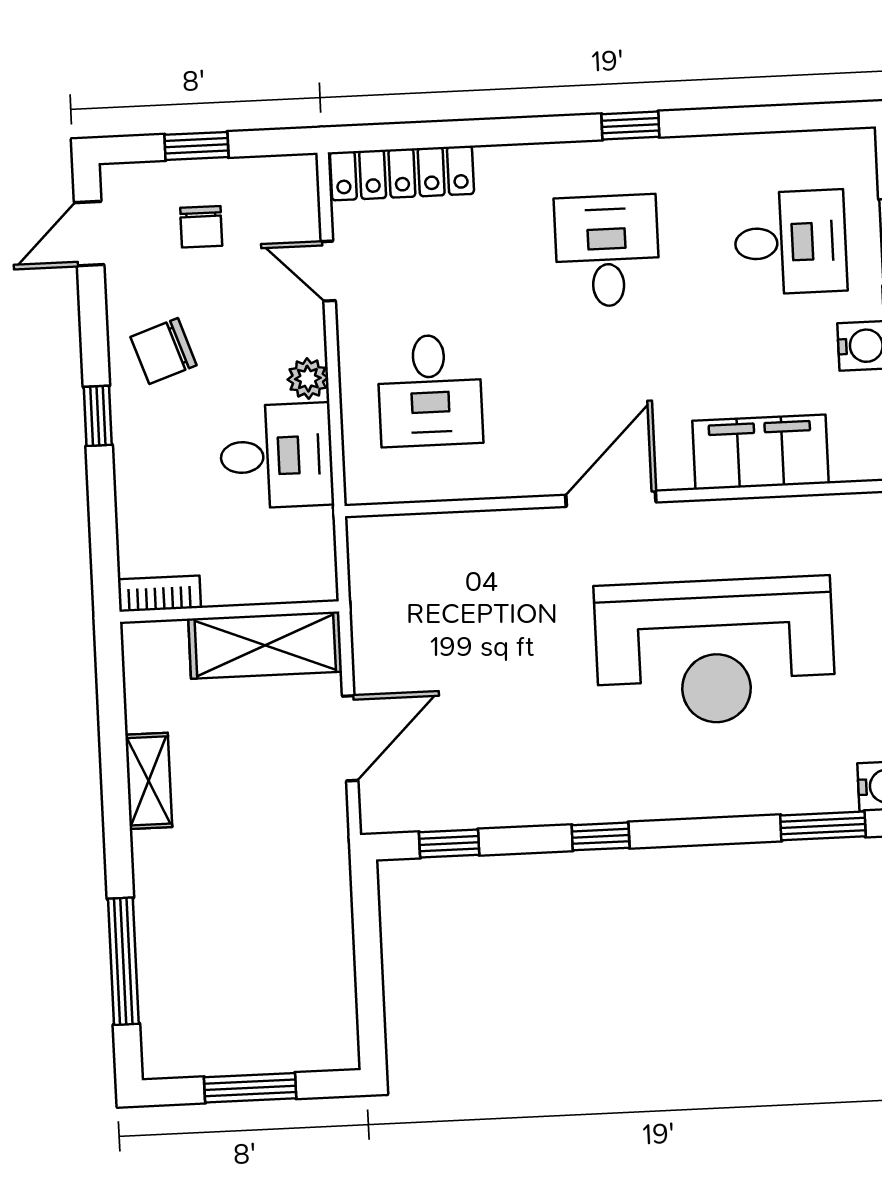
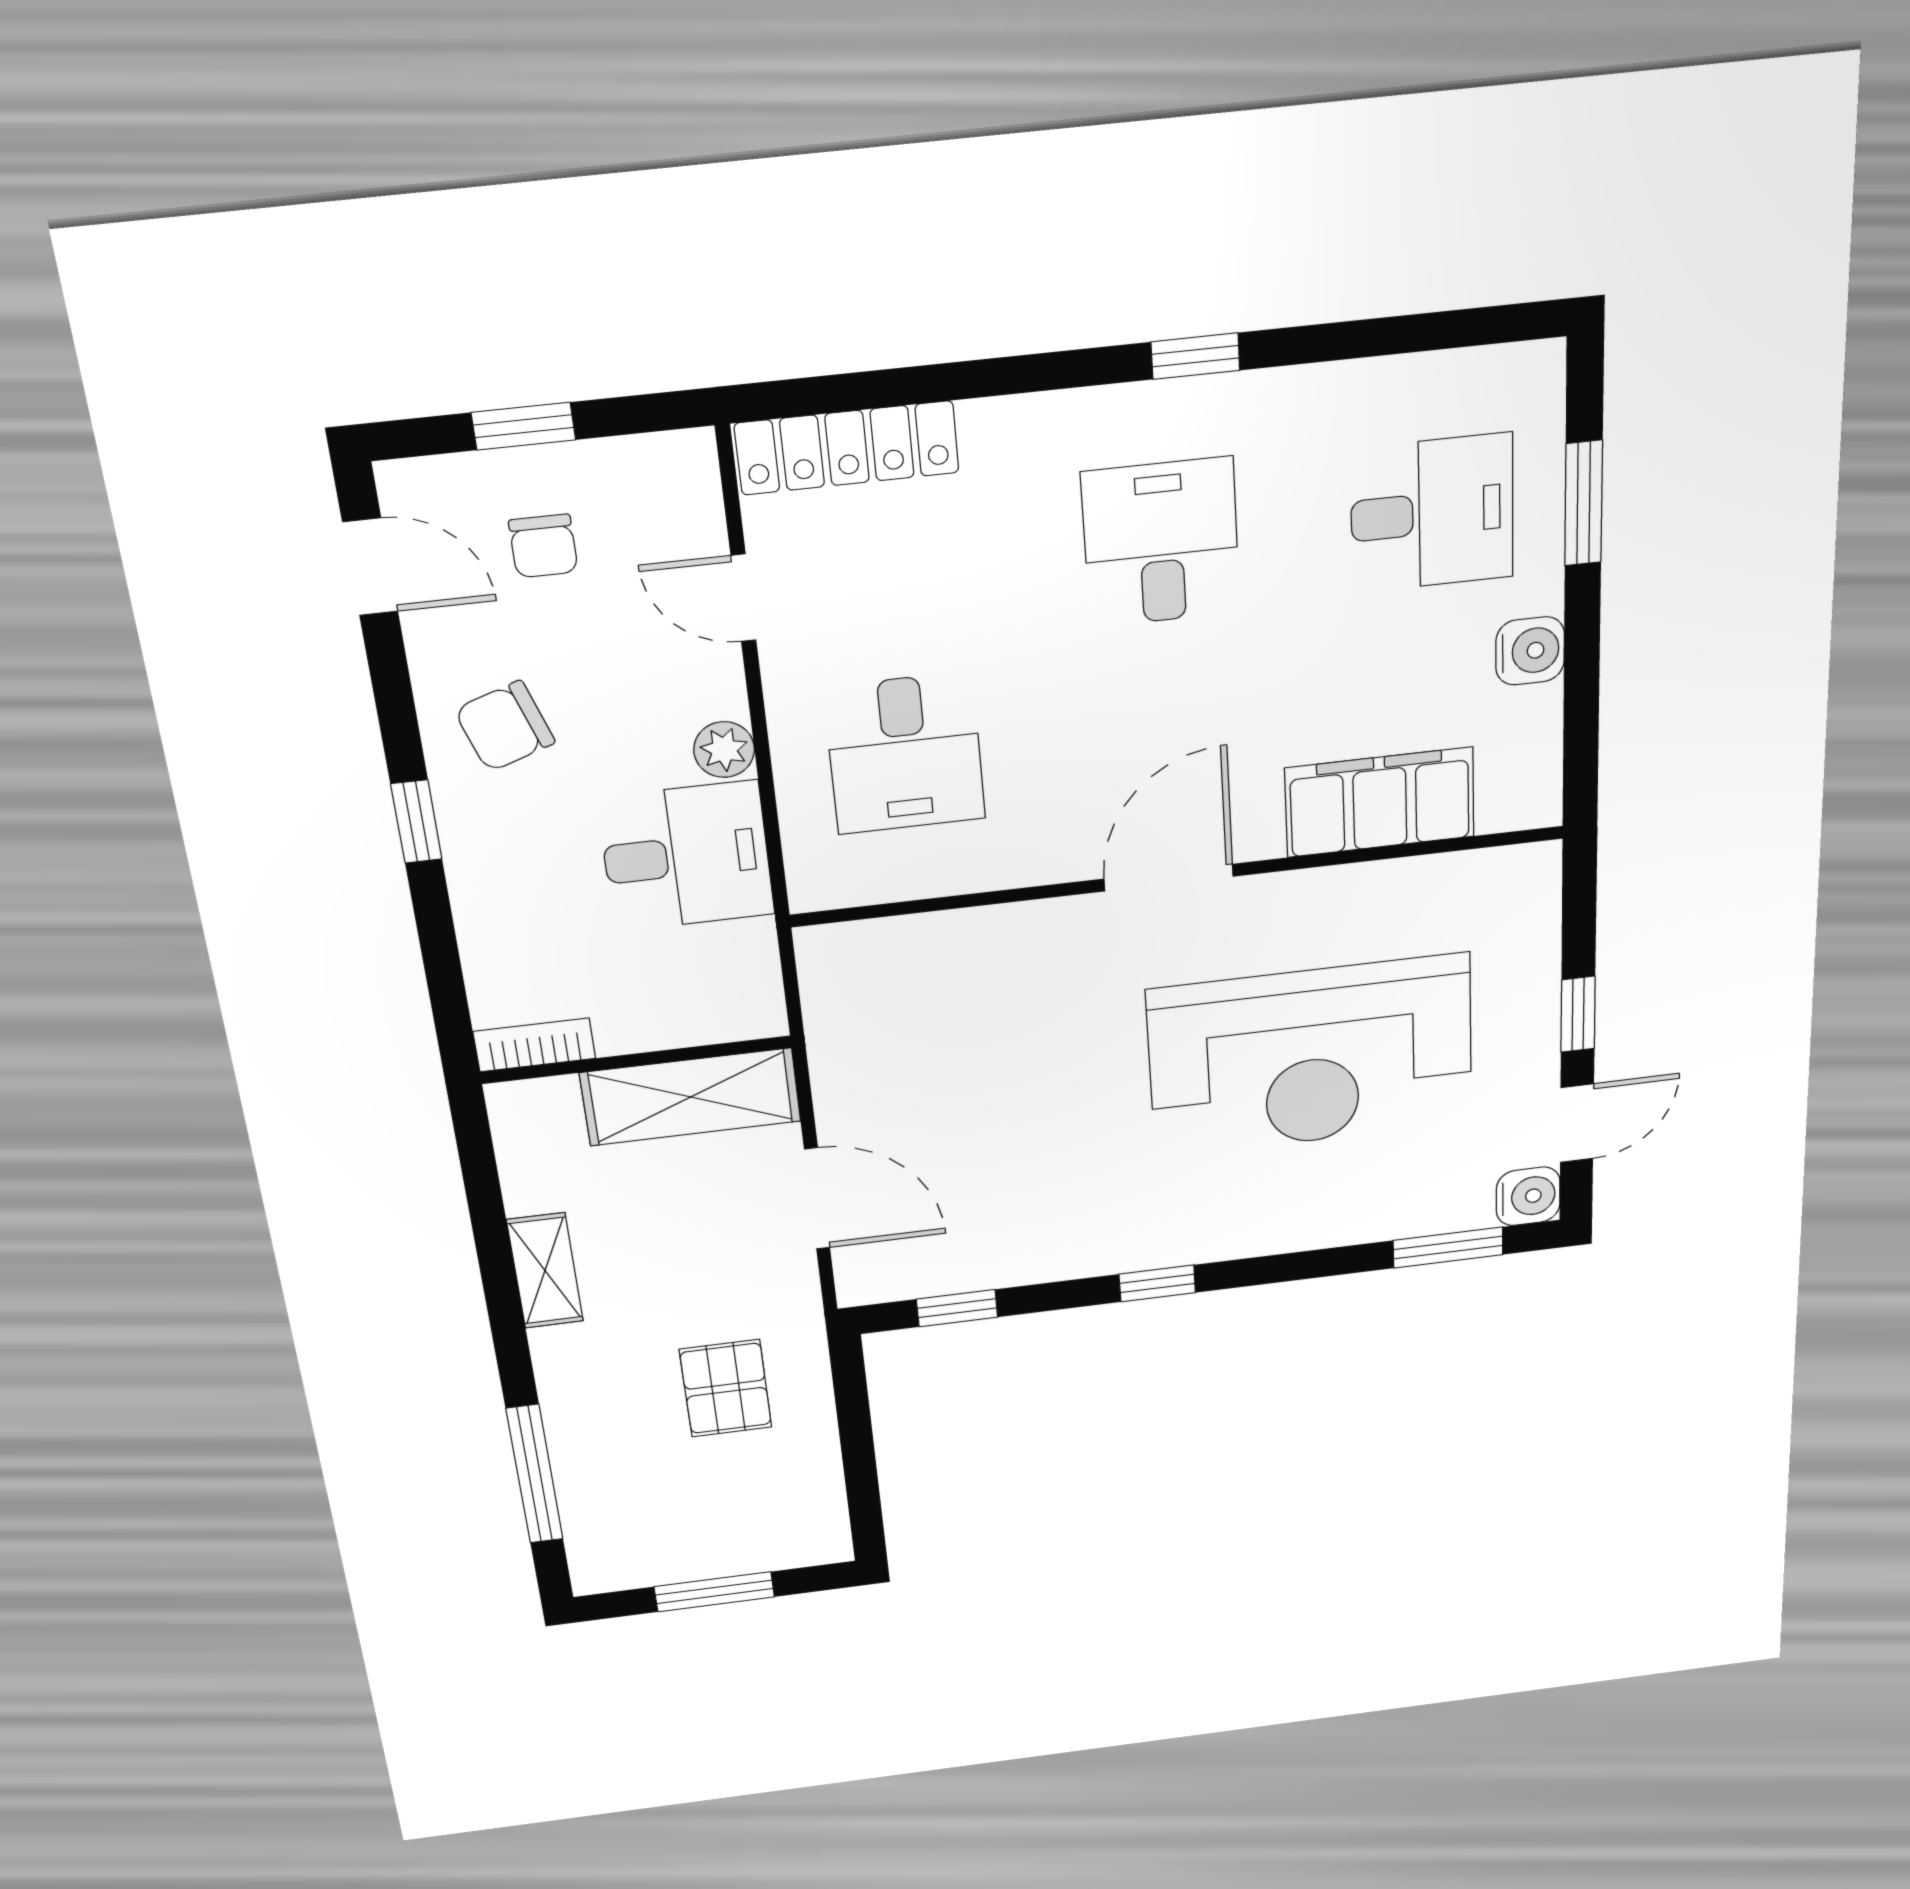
door: (89, 234) -> (370, 567), swing flipped
door: (350, 738) -> (817, 1199), hinge flipped
pallet: (272, 898) -> (726, 1388), added

